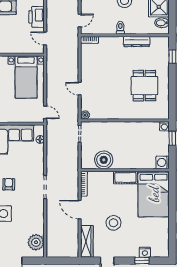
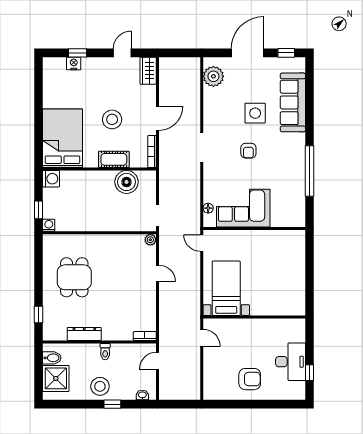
printer: (36, 17) -> (213, 365), removed
cot: (125, 178) -> (114, 159), moved
door: (80, 210) -> (157, 118), hinge flipped
stool: (114, 223) -> (112, 119), moved
wardrobe: (87, 241) -> (148, 71), width x0.67

